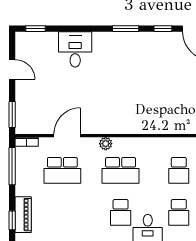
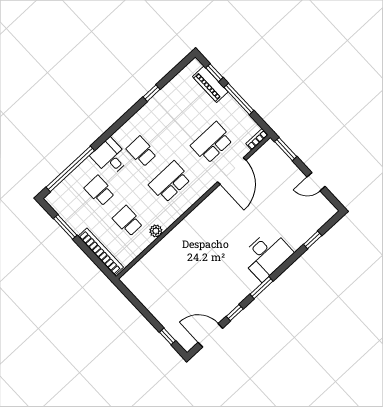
window: (35, 29) -> (313, 240), moved
desk: (75, 49) -> (266, 255), moved, width x1.37
door: (67, 136) -> (232, 171), width x1.36
plant: (106, 144) -> (156, 231), moved
window: (12, 166) -> (239, 99), moved

